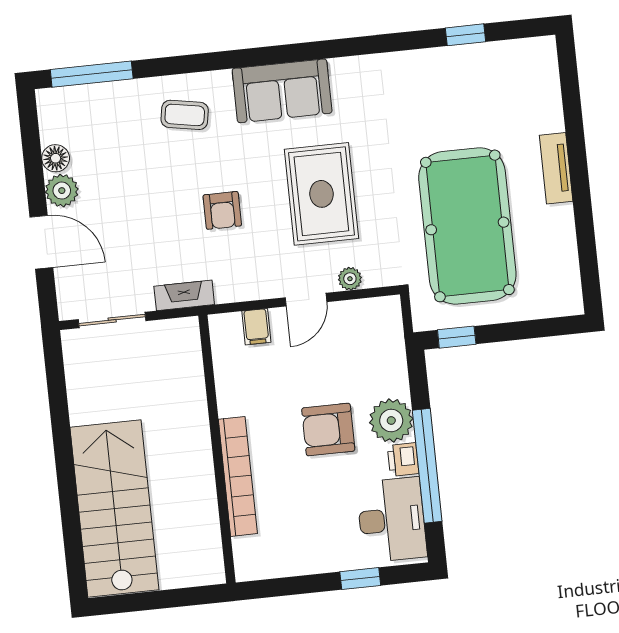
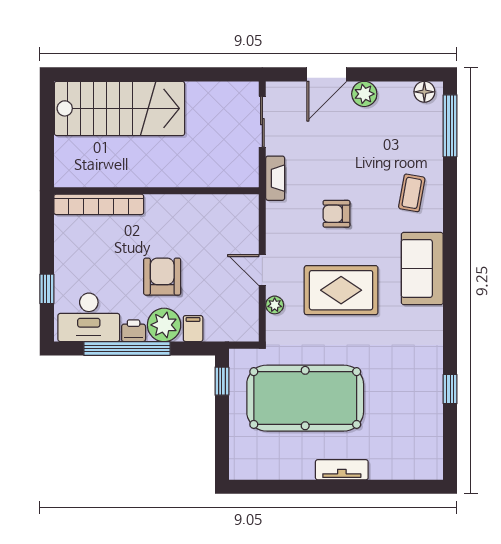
window: (465, 35) -> (450, 389), moved
floor lamp: (56, 158) -> (424, 92), moved
filing cabinet: (256, 327) -> (193, 329), moved, turned 90
bookcase: (238, 476) -> (99, 204), moved

